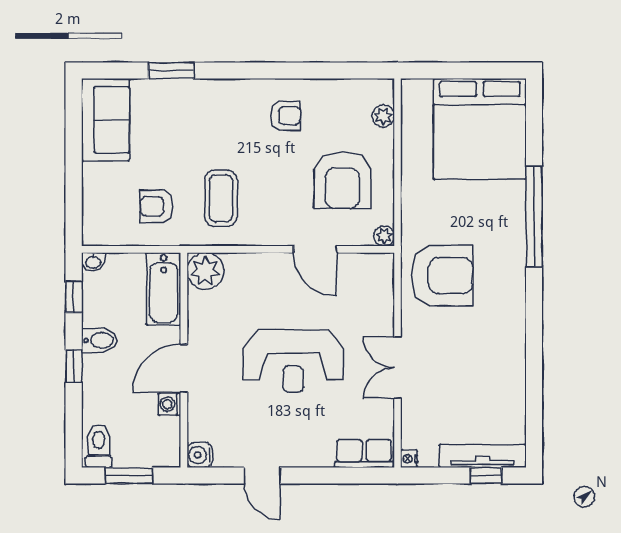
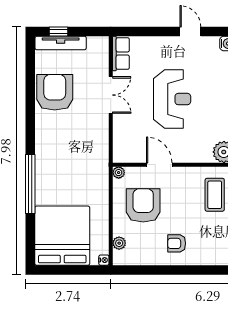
armchair: (442, 275) -> (55, 92), moved, turned 90
reception desk: (293, 361) -> (172, 99), turned 90
row of seats: (364, 454) -> (121, 53), moved, turned -90
nightstand: (409, 459) -> (104, 260), moved

